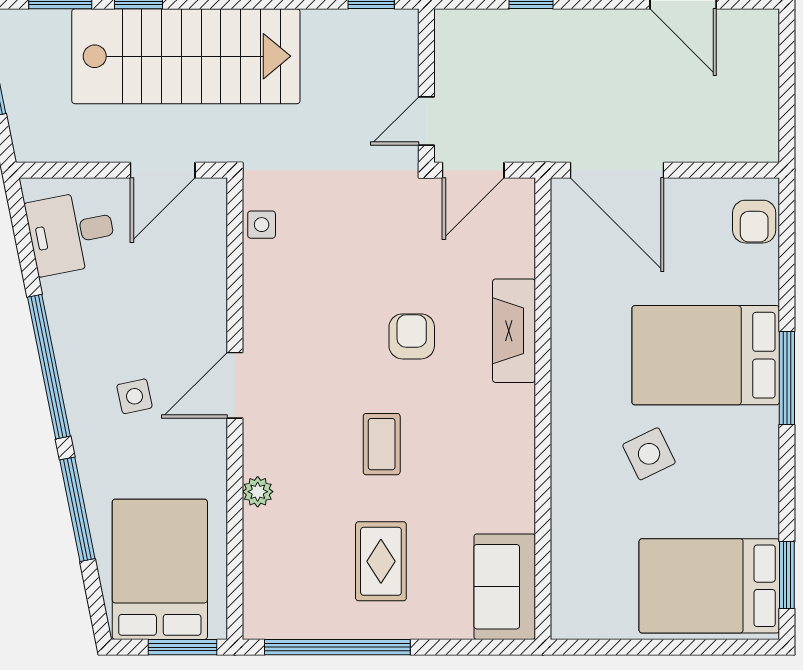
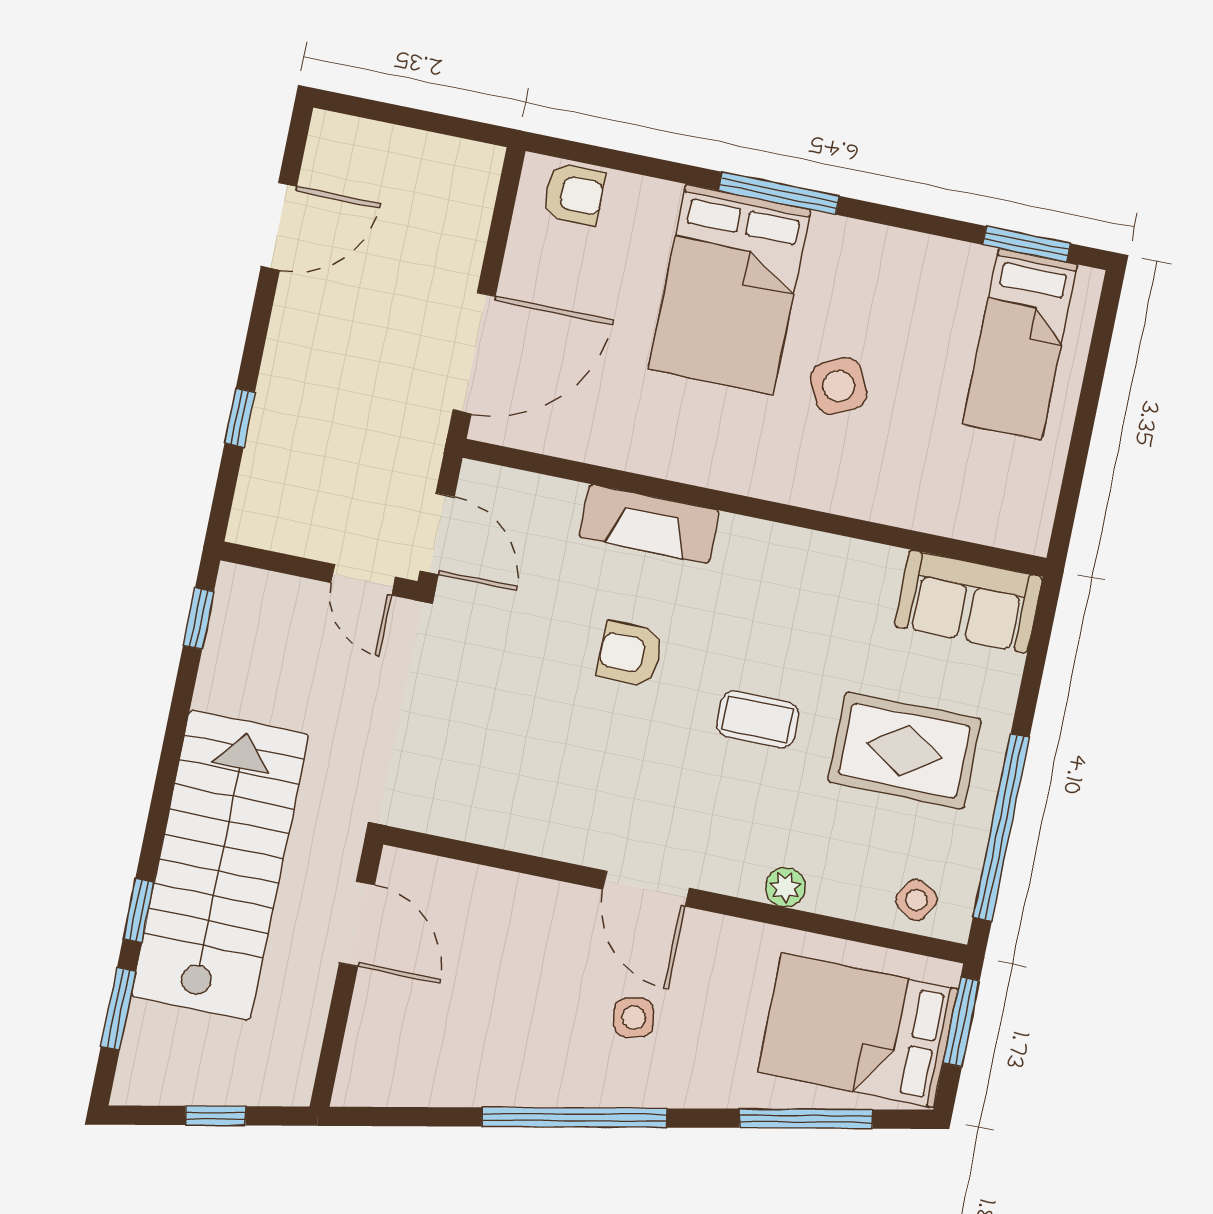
side table: (262, 225) -> (916, 900), moved, turned 31
desk: (71, 233) -> (412, 1054), removed
window: (77, 509) -> (806, 1119), moved
rug: (381, 561) -> (905, 750), width x1.36, depth x1.43
bed: (709, 586) -> (1020, 344), width x0.67

